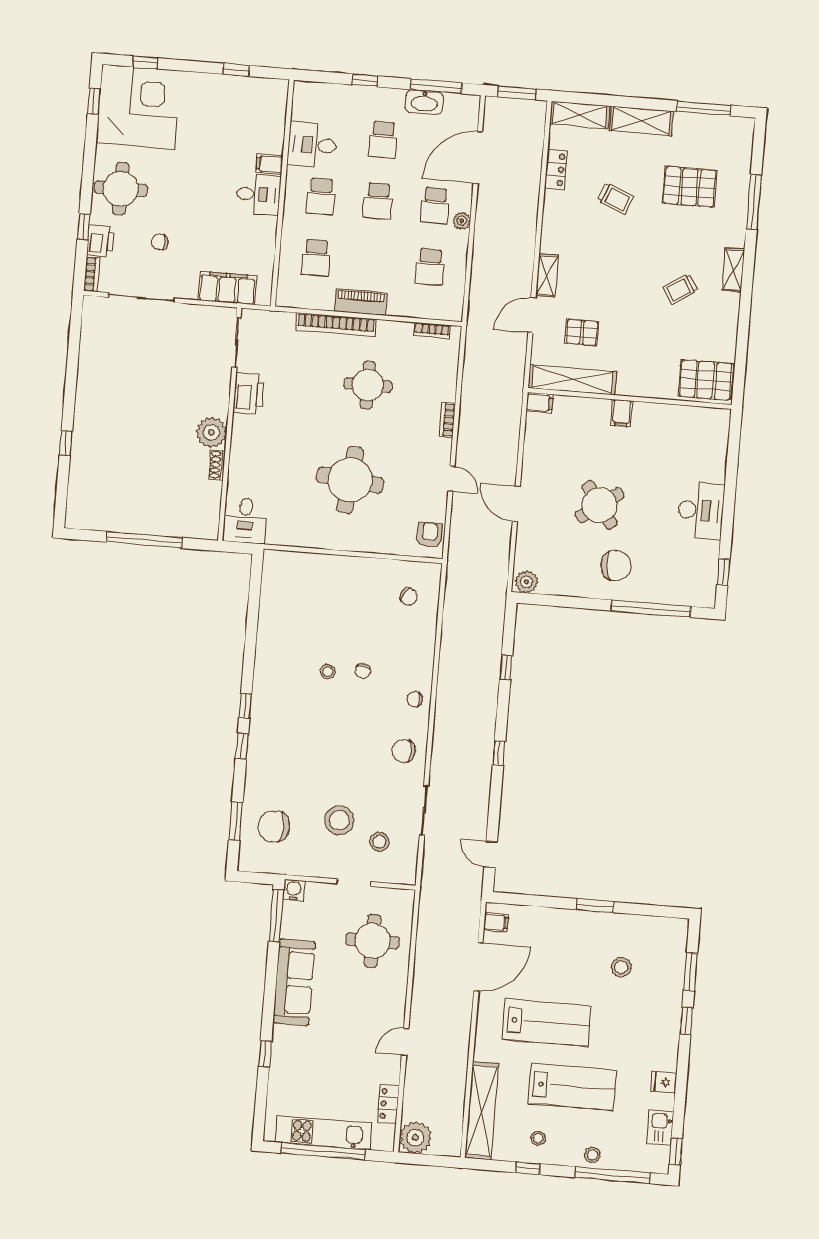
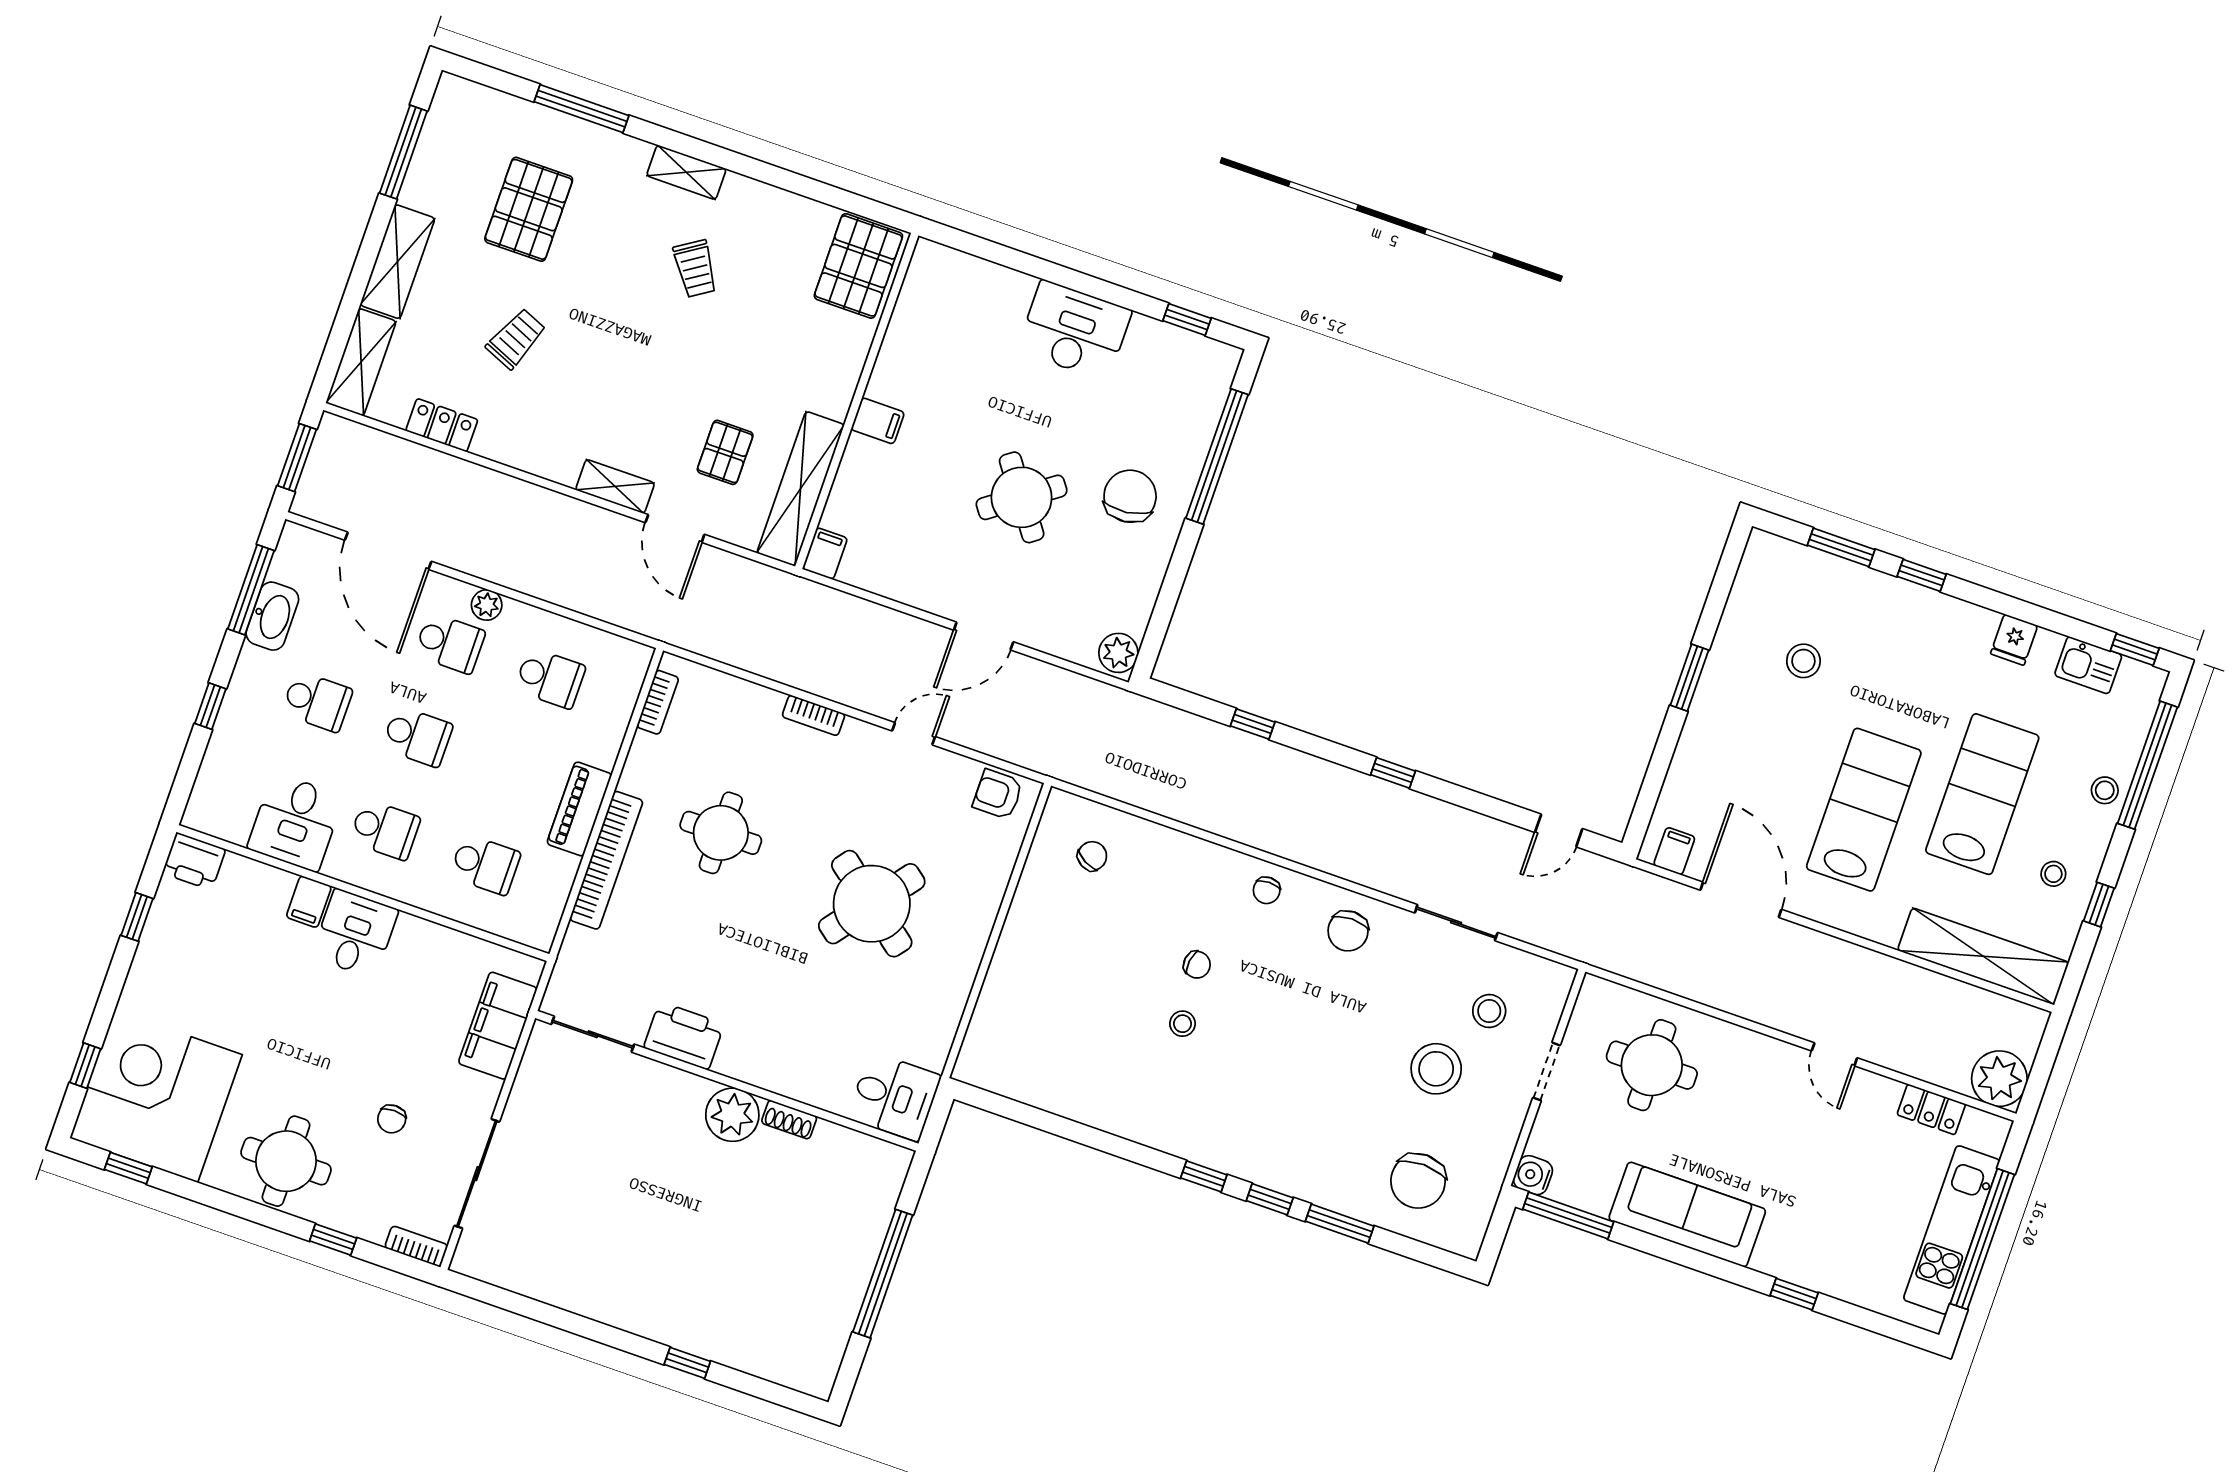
printer: (100, 241) -> (194, 861), moved, turned 180
round table: (350, 480) -> (872, 904), turned 32
window: (236, 821) -> (1340, 1224), moved

